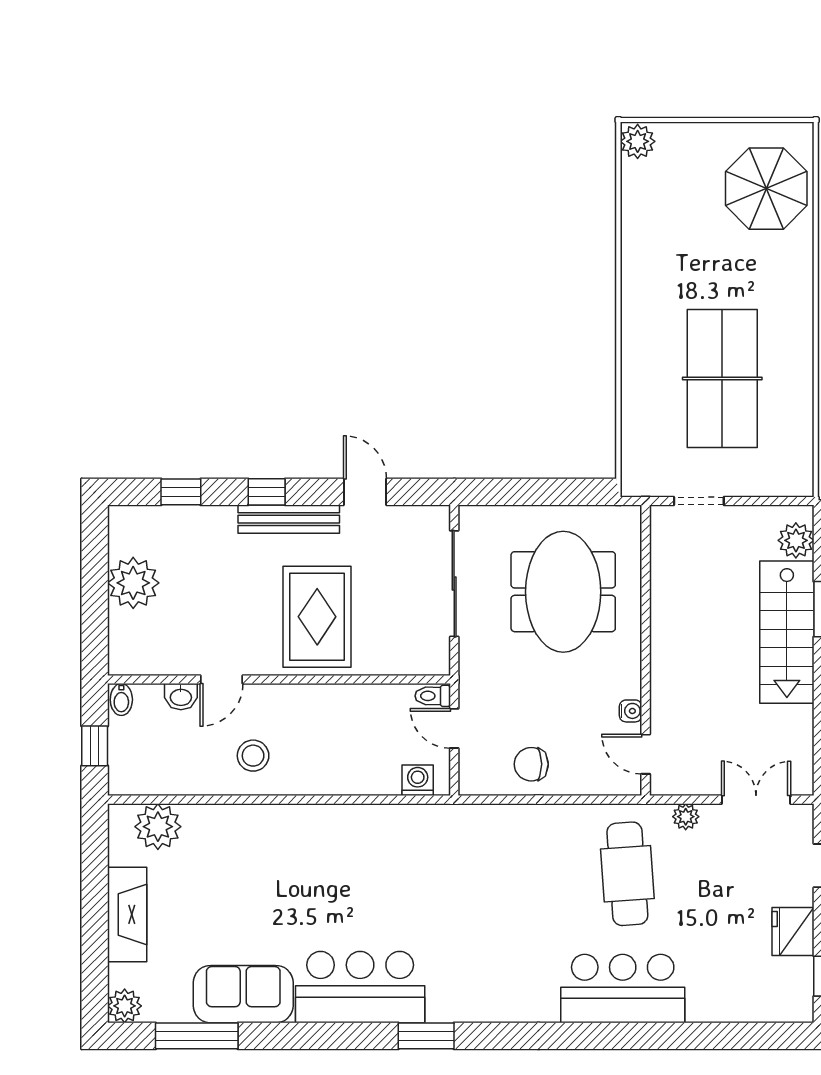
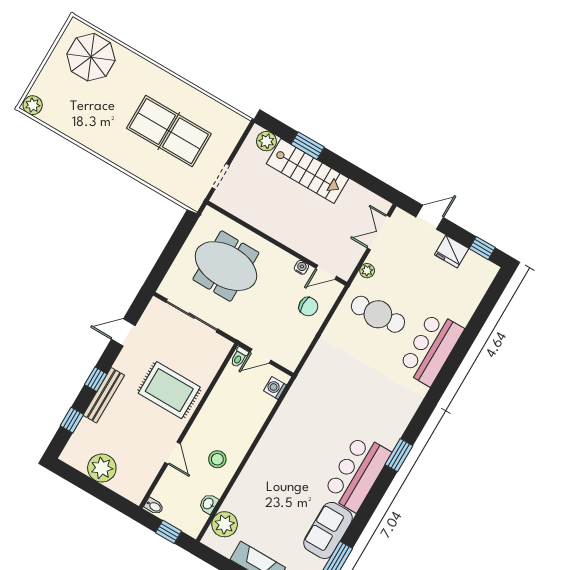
bench: (289, 519) -> (104, 395), moved
washbasin: (181, 697) -> (209, 504), moved, turned 180
chair: (531, 764) -> (308, 307), moved, turned -90

